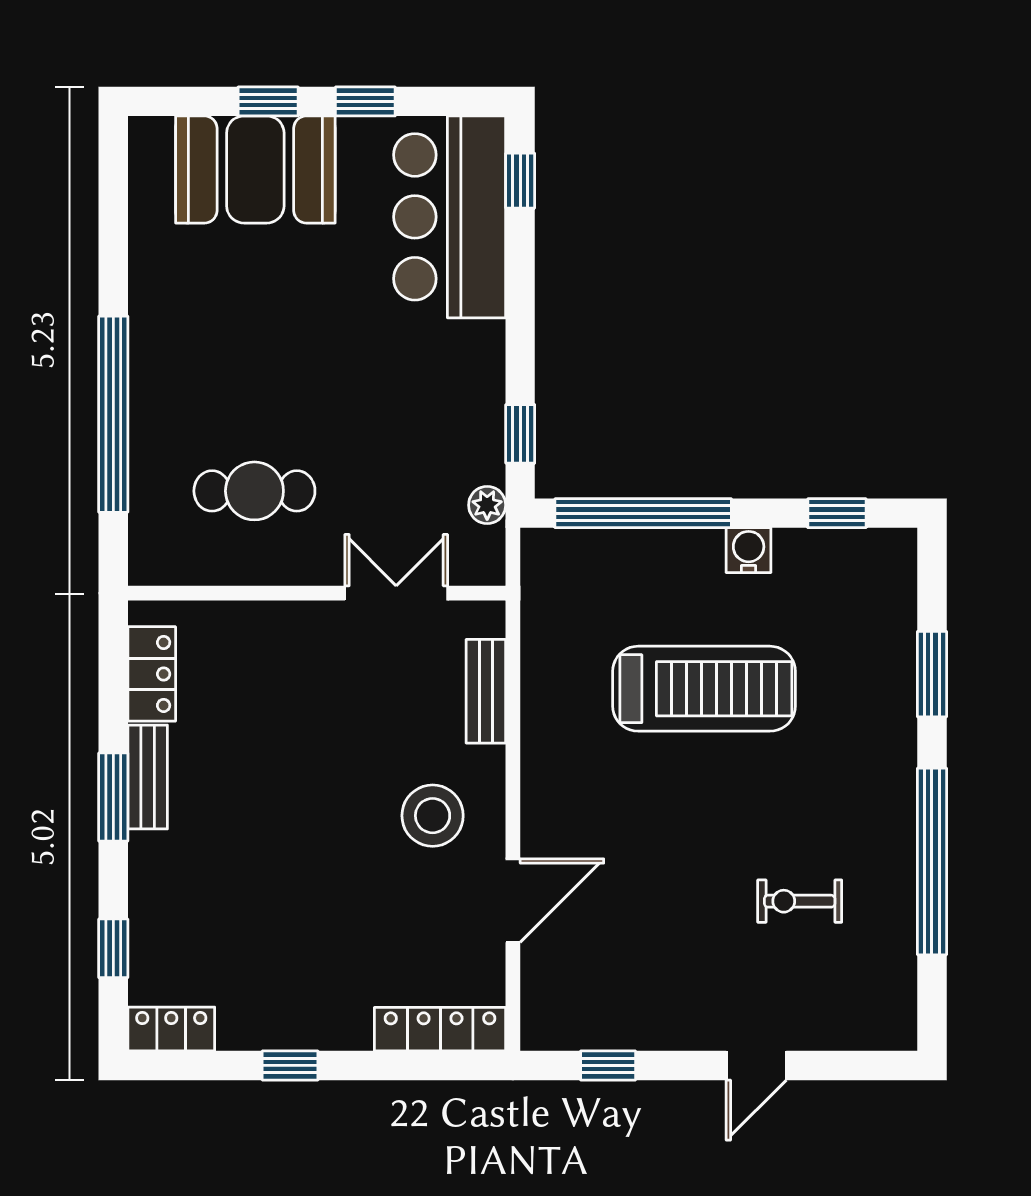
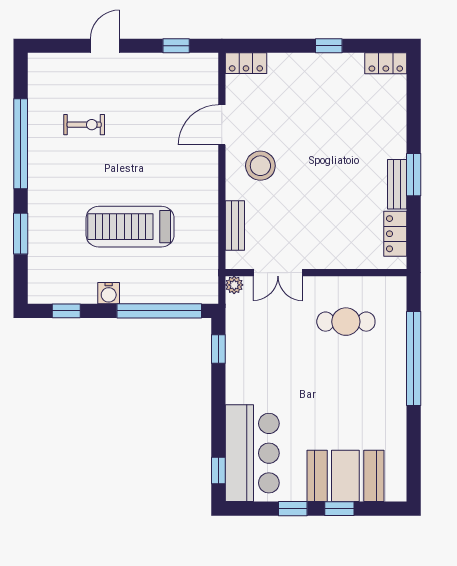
plant: (487, 505) -> (234, 285), moved
window: (113, 948) -> (414, 102), removed
locker: (440, 1029) -> (246, 63), width x0.66

